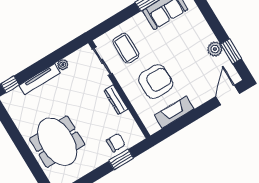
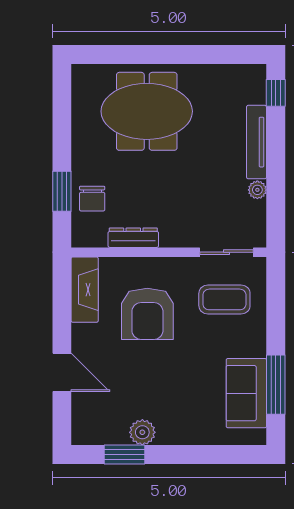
door: (228, 95) -> (62, 372), moved
dresser: (116, 100) -> (133, 238), moved
fireplace: (174, 112) -> (85, 290), moved

